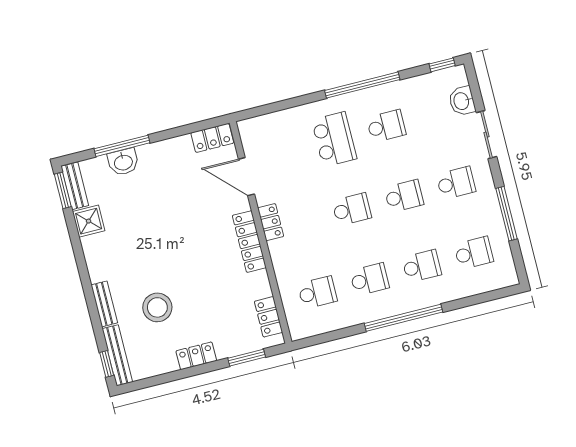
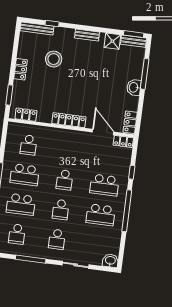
window: (442, 65) -> (132, 172), moved
washbasin: (462, 101) -> (110, 261), moved
school desk: (386, 126) -> (101, 215), width x1.85
washbasin: (123, 162) -> (134, 87), moved
door: (246, 177) -> (103, 132), hinge flipped
locker: (271, 222) -> (123, 142), moved
school desk: (422, 266) -> (21, 204), width x1.85
school desk: (370, 279) -> (25, 175), width x1.85
bench: (104, 304) -> (87, 35), moved
window: (107, 364) -> (52, 23), moved

